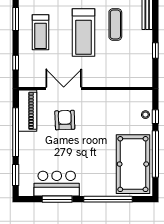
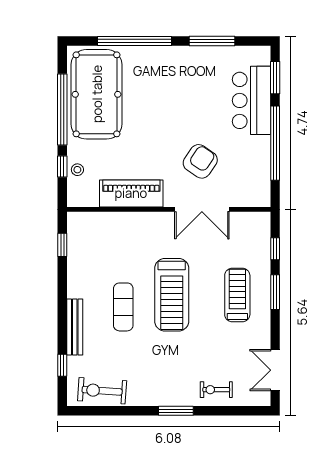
window: (16, 19) -> (275, 292), moved
treadmill: (84, 32) -> (172, 295), turned 180
window: (155, 50) -> (62, 245), moved
piano: (28, 111) -> (131, 193), moved, turned 90
armchair: (65, 120) -> (200, 161), turned -144
bar counter: (57, 184) -> (251, 100), moved, turned 90

